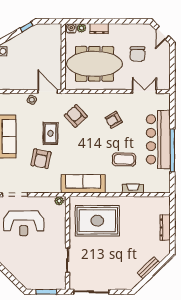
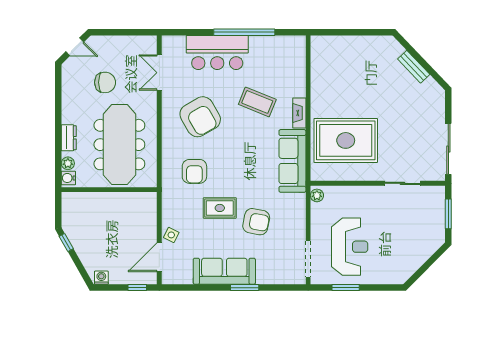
door: (48, 91) -> (159, 257), moved
armchair: (76, 116) -> (194, 171), turned -48
armchair: (114, 120) -> (200, 117), width x1.88, depth x1.88
bar counter: (158, 139) -> (217, 52), width x0.73
coffee table: (124, 159) -> (257, 102), turned -69
fireplace: (133, 189) -> (299, 113), moved
rug: (97, 221) -> (346, 140), turned 90
dresser: (165, 227) -> (355, 43), removed

